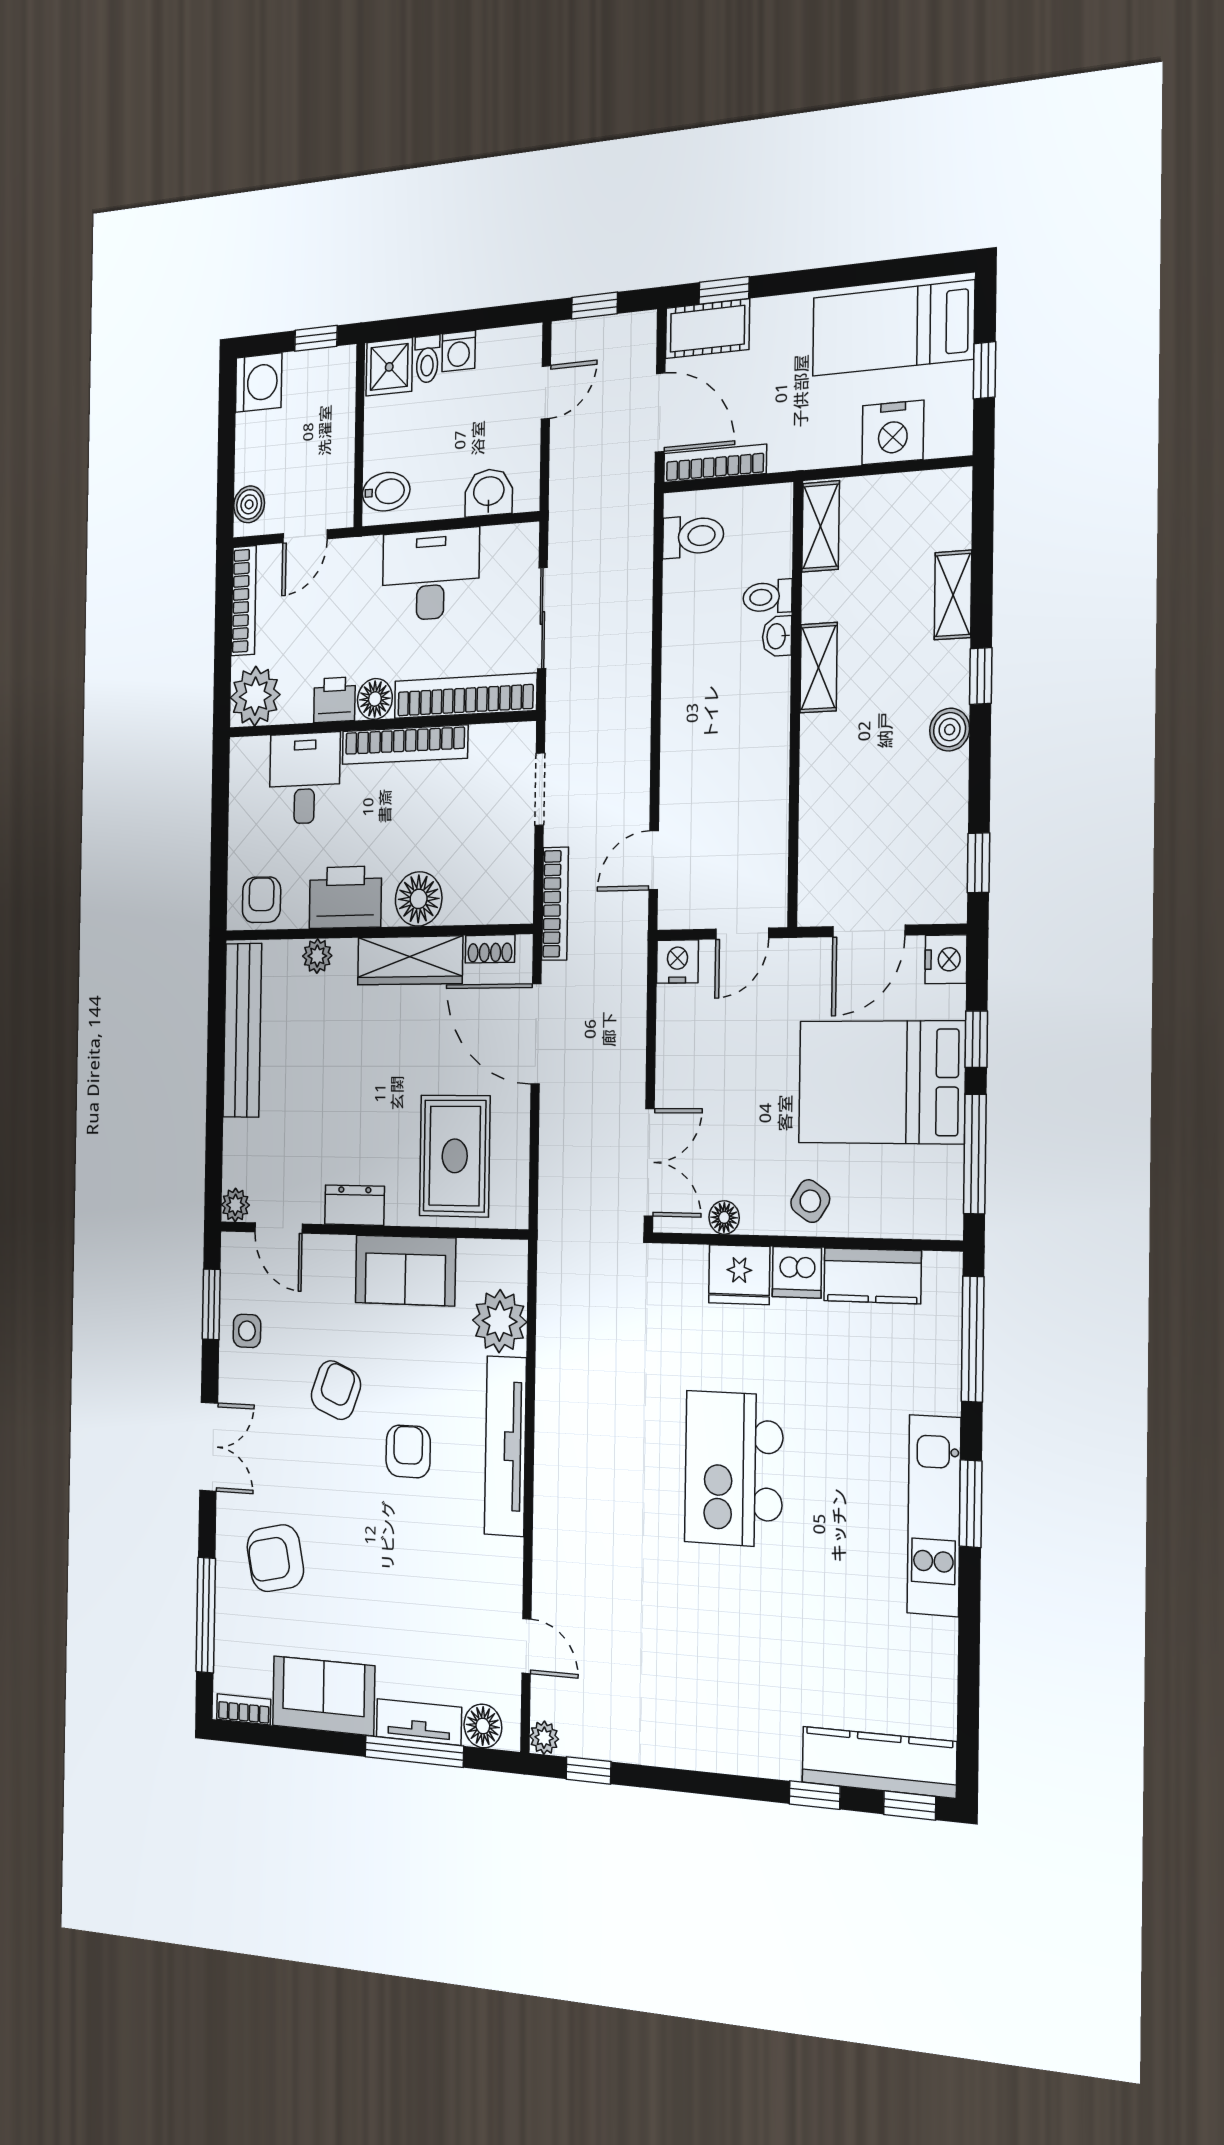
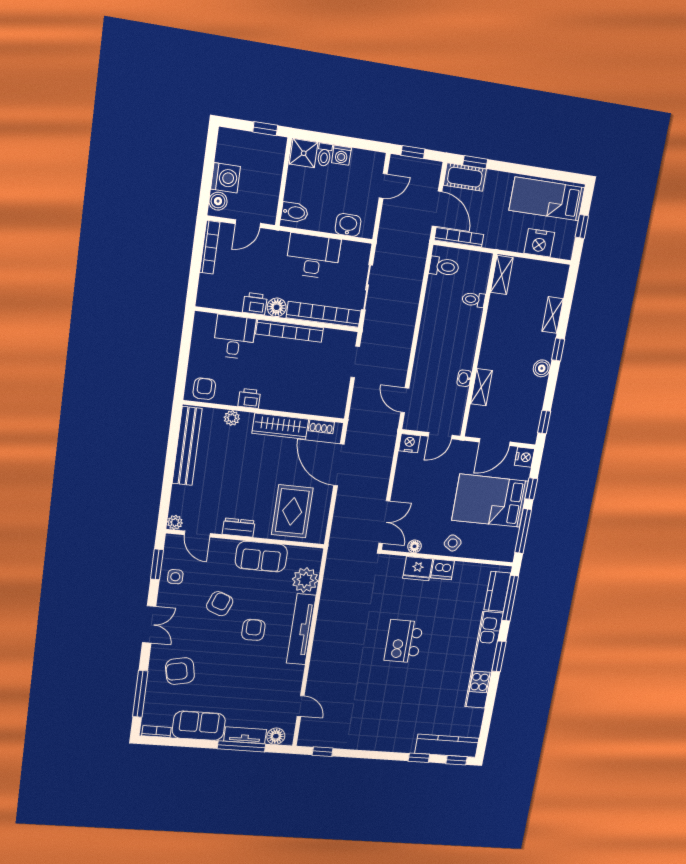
washing machine: (259, 383) -> (225, 178), moved
washbasin: (777, 636) -> (464, 378), moved
shelving: (819, 668) -> (481, 387), moved
plant: (255, 696) -> (211, 294), removed
door: (654, 860) -> (405, 400), hinge flipped
printer: (345, 897) -> (249, 398), width x0.53, depth x0.68
floor lamp: (419, 899) -> (288, 400), removed
bookcase: (555, 904) -> (356, 412), removed
kitchen counter: (872, 1276) -> (497, 591), moved, turned 90
kitchen island: (734, 1469) -> (404, 641), width x0.73, depth x0.78
kitchen unit: (934, 1515) -> (484, 660), width x1.36
plant: (544, 1738) -> (304, 740), removed

